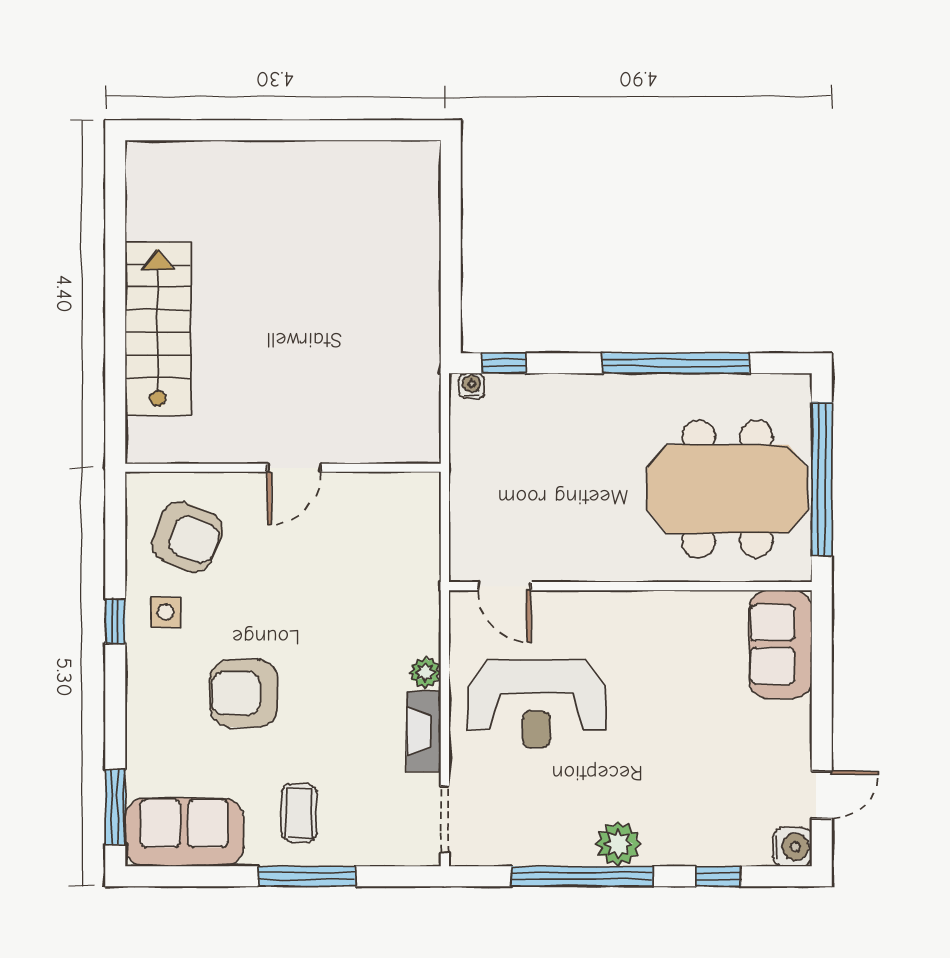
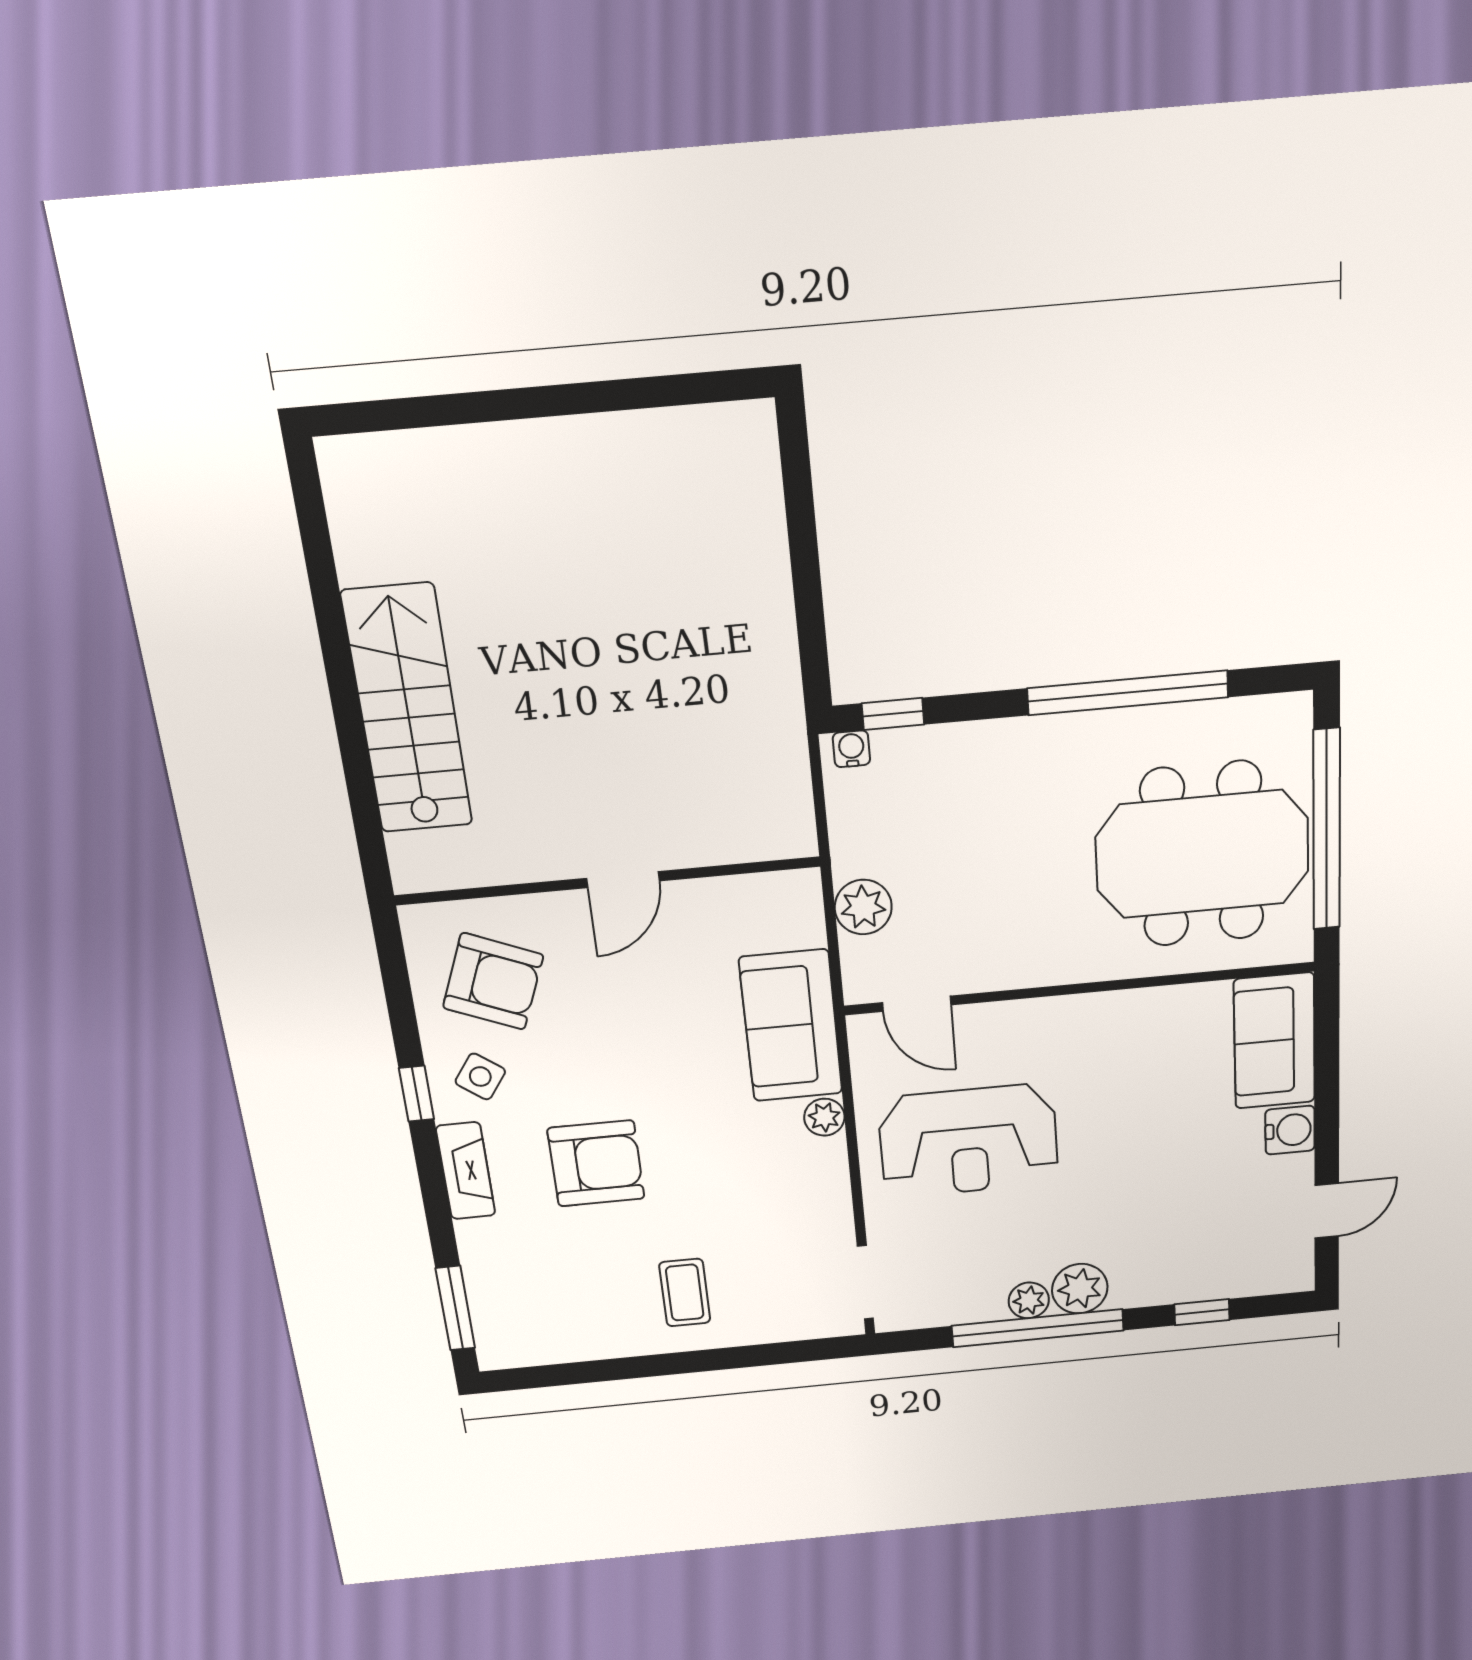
plant: (470, 506) -> (863, 907), added
side table: (166, 612) -> (480, 1076), turned 36
armchair: (244, 693) -> (596, 1163), turned 180
fireplace: (424, 731) -> (466, 1171), moved, turned 180
sofa: (184, 832) -> (791, 1026), moved, turned -90
water cooler: (792, 847) -> (1290, 1130), moved
plant: (576, 850) -> (1029, 1300), added
window: (307, 876) -> (703, 1361), removed

